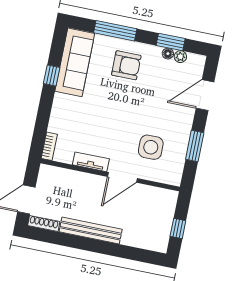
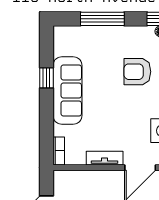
sofa: (75, 62) -> (67, 90), moved
armchair: (126, 65) -> (137, 72), moved, turned 180

